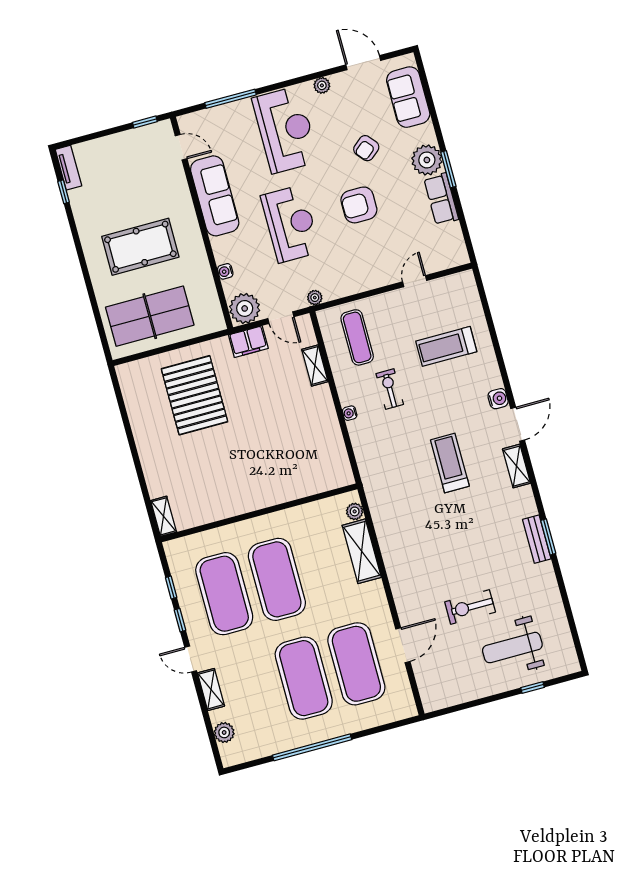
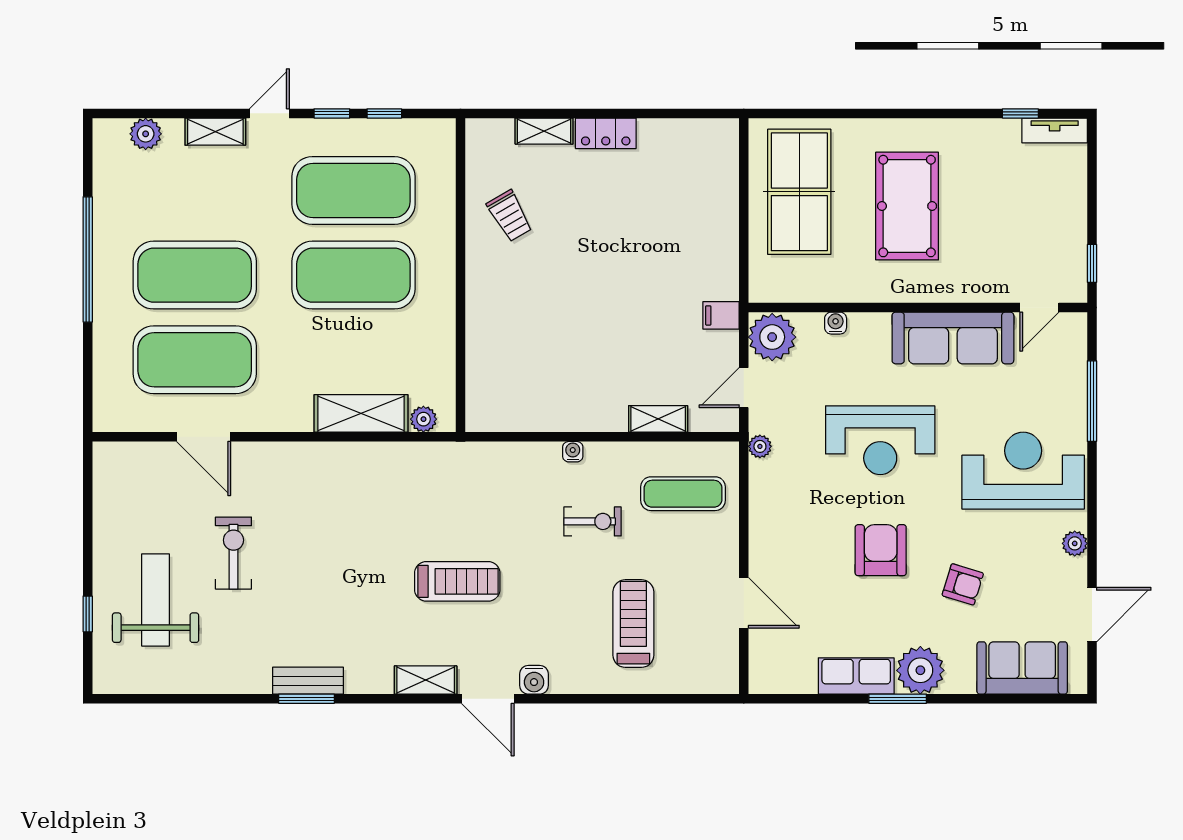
reception desk: (285, 130) -> (1023, 471), turned 180
armchair: (366, 148) -> (963, 584), turned 147
door: (415, 281) -> (744, 603), width x1.38
filing cabinet: (248, 342) -> (721, 315), width x0.50
pallet: (194, 395) -> (663, 227), removed
locker: (146, 446) -> (606, 133), added
trolley: (214, 492) -> (510, 216), added
shelving: (164, 516) -> (544, 131), moved

